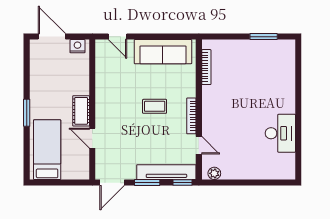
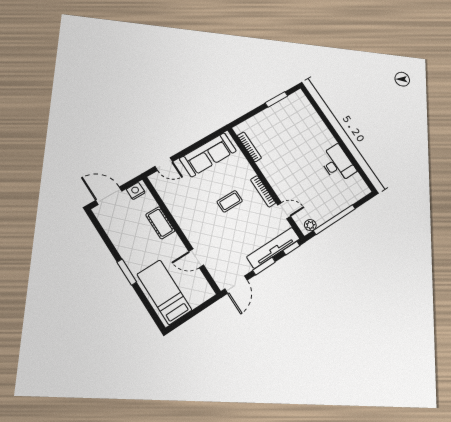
cot: (81, 111) -> (160, 223), moved
window: (241, 183) -> (334, 220), added

